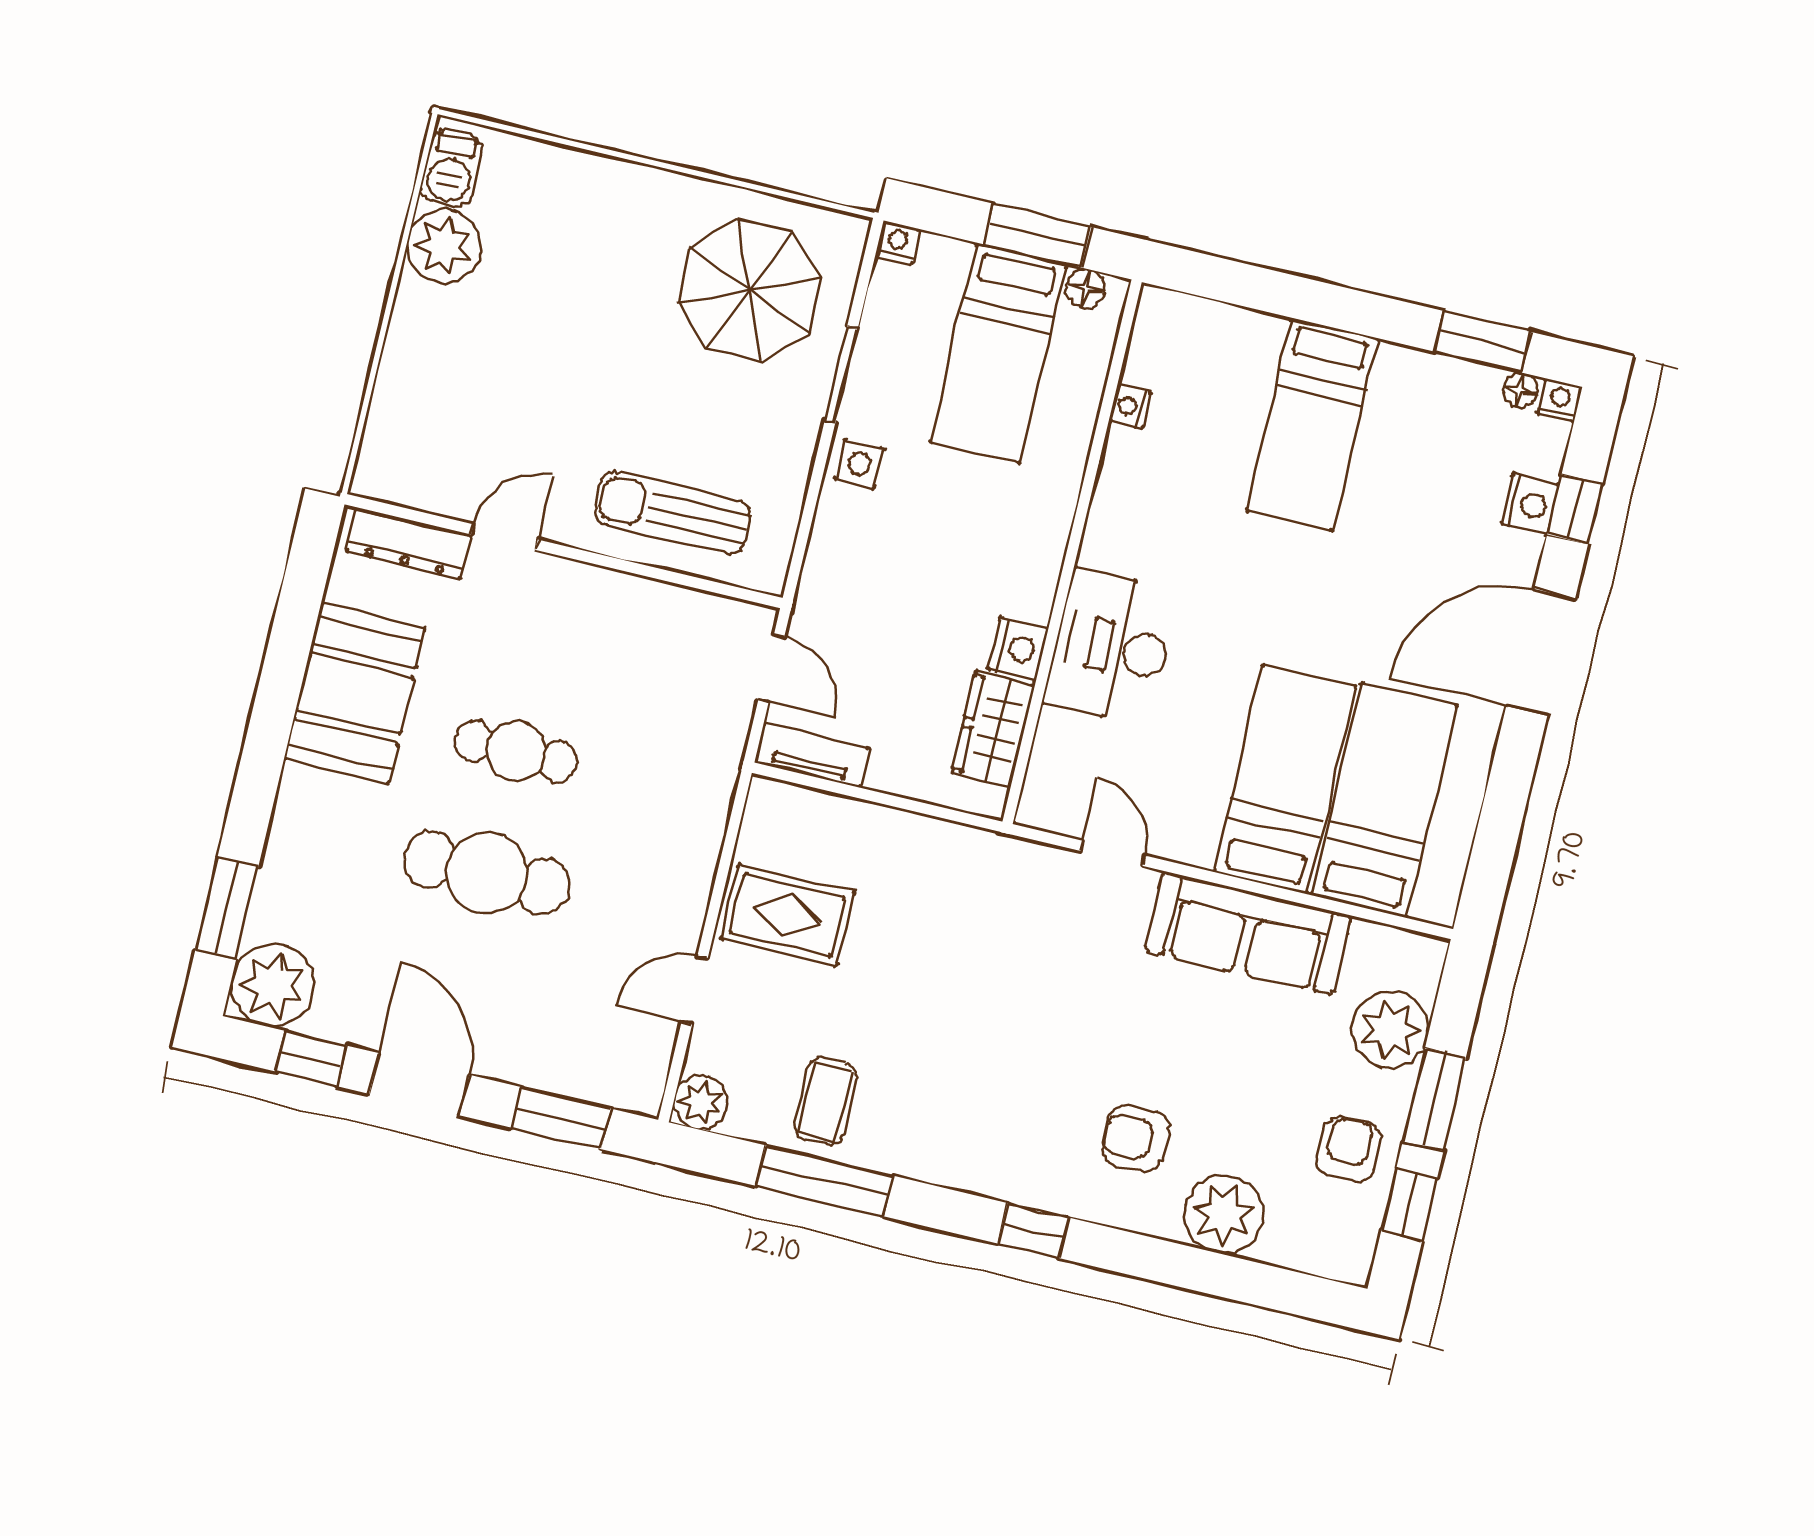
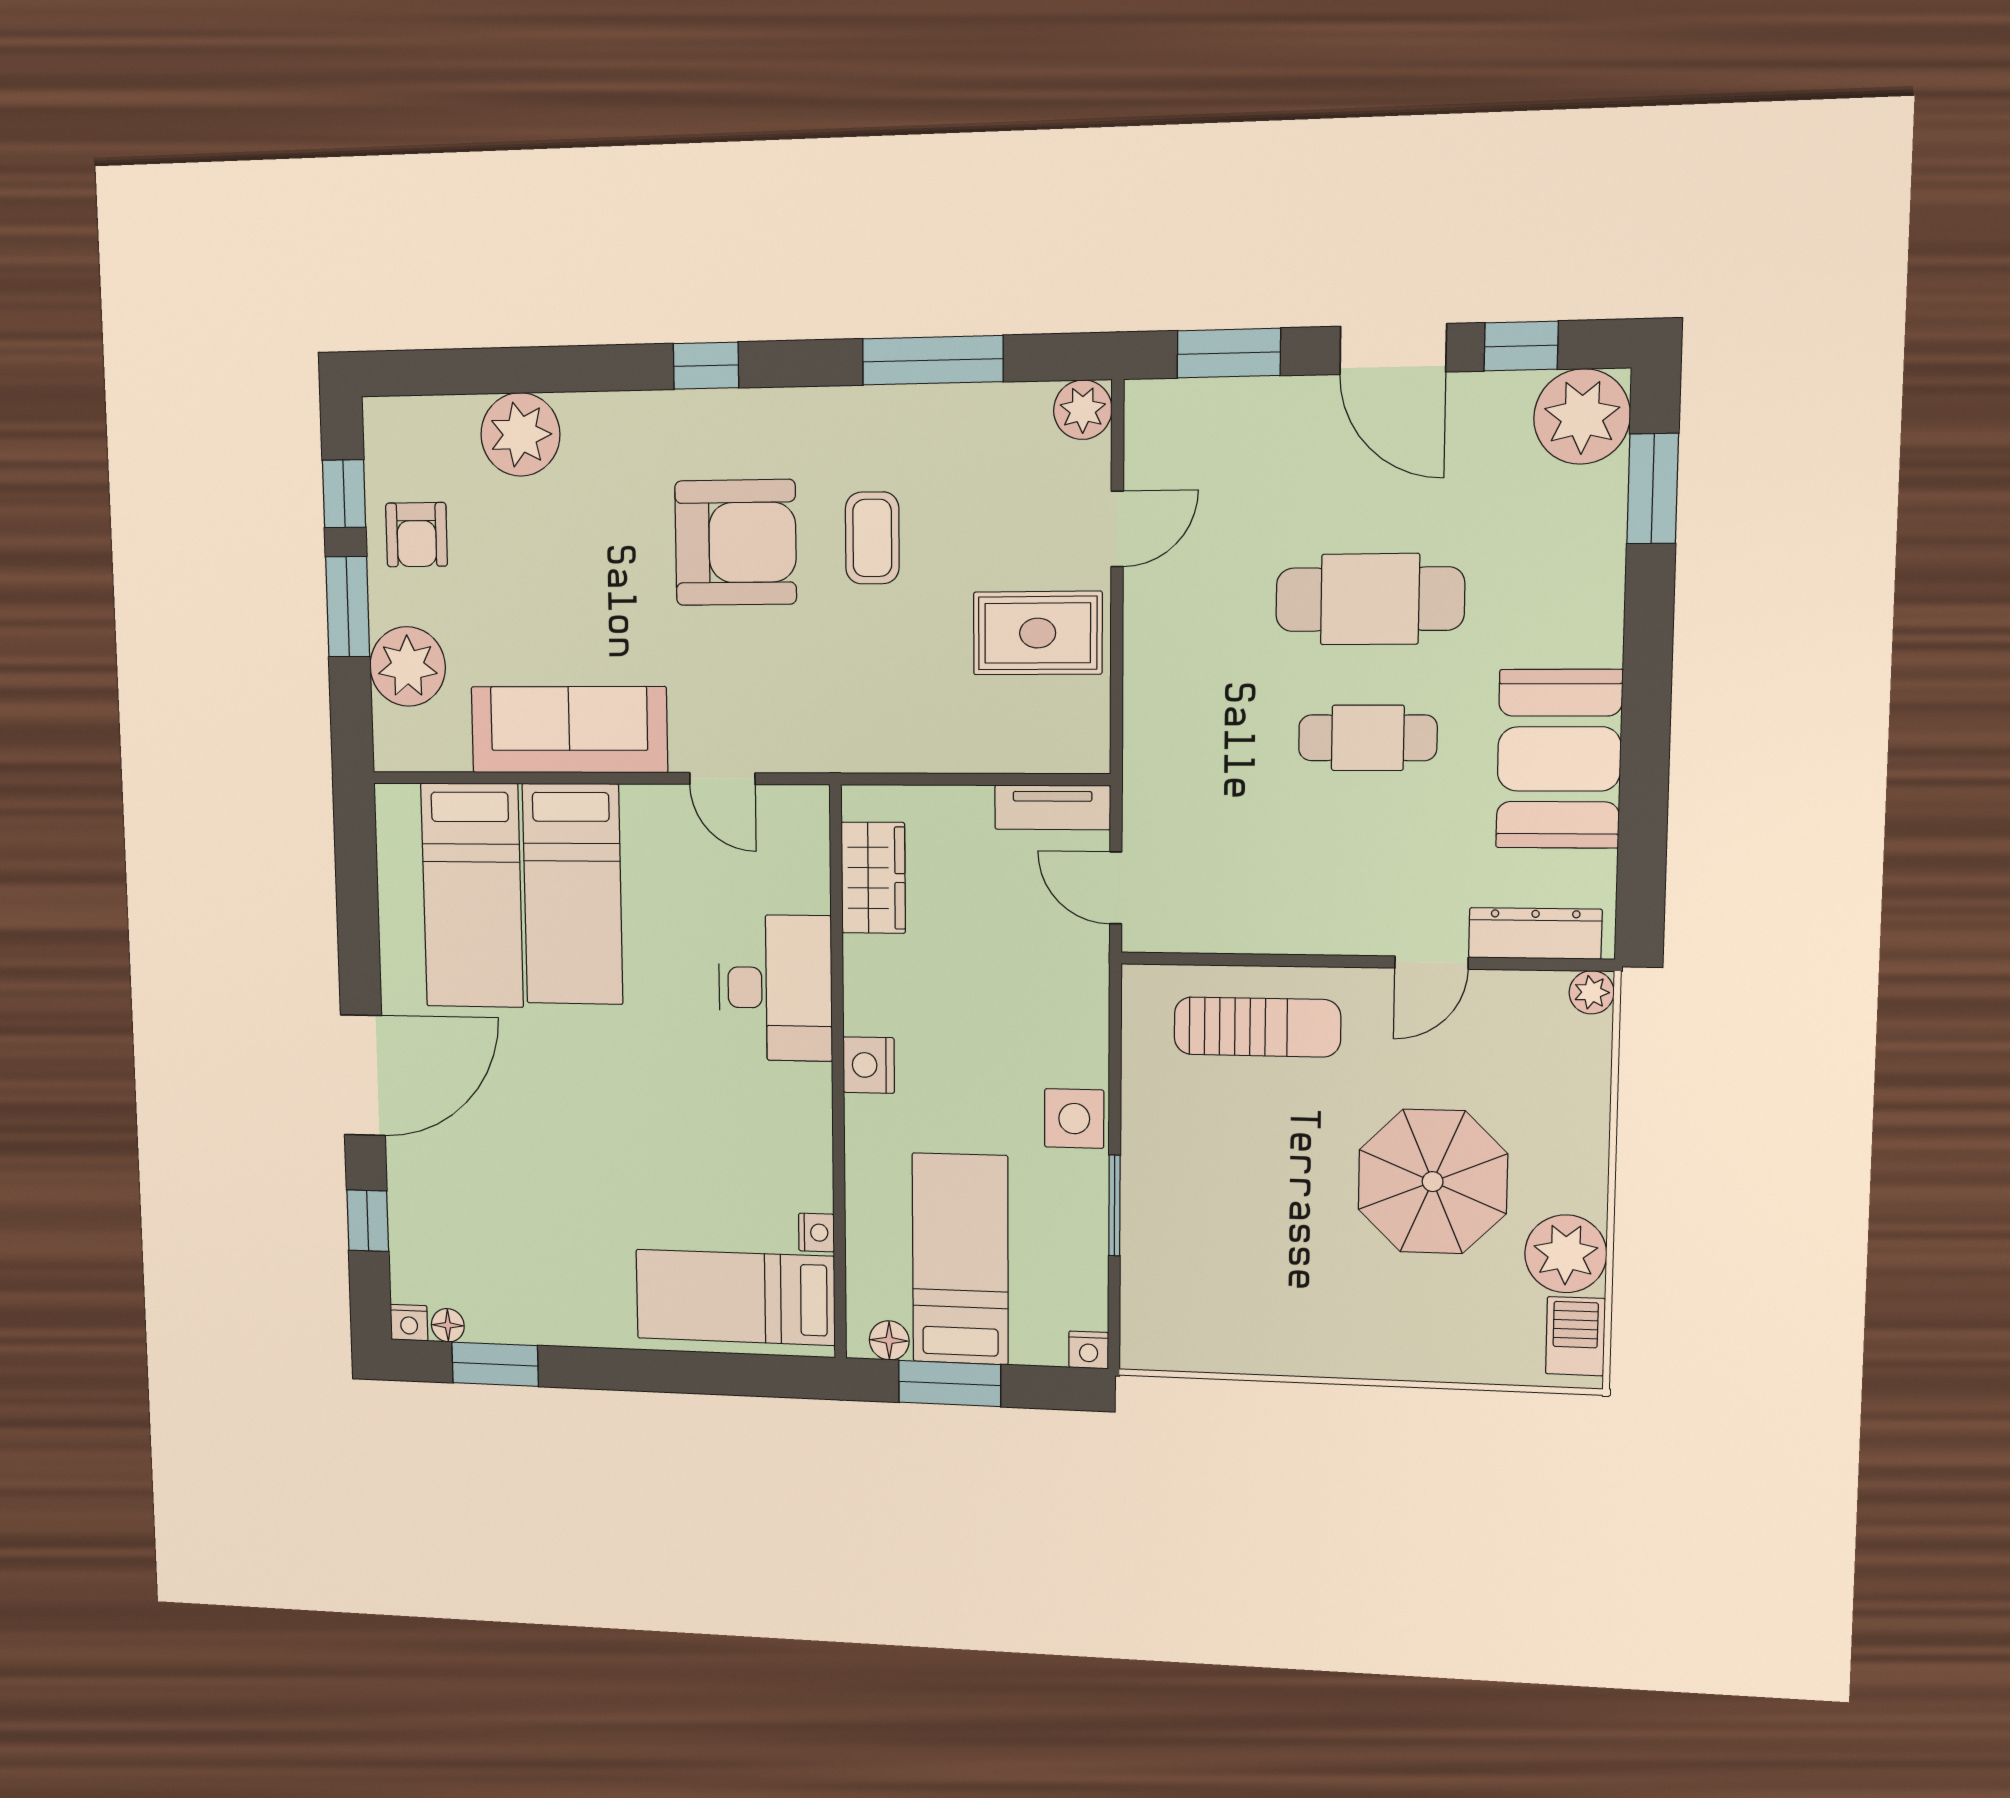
parasol: (749, 290) -> (1433, 1182), moved
bed: (1312, 424) -> (735, 1297), moved, turned -90
side table: (860, 464) -> (1074, 1119), width x1.37, depth x1.37
plant: (371, 479) -> (1592, 992), added
nightstand: (1530, 505) -> (410, 1216), removed
nightstand: (1018, 649) -> (869, 1065), moved
coffee table: (826, 1101) -> (872, 538), moved
armchair: (1136, 1138) -> (736, 543), moved, width x1.88, depth x1.88

